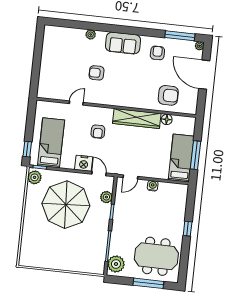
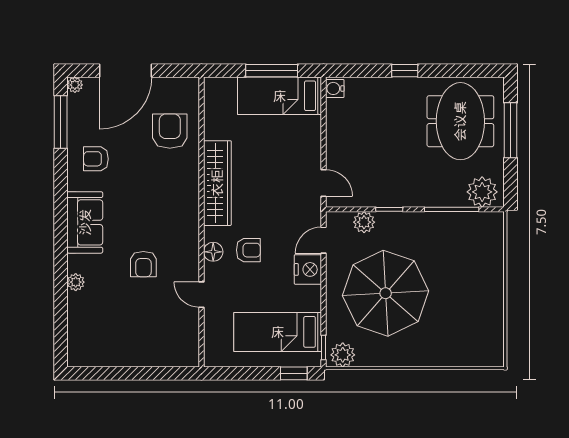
floor lamp: (167, 119) -> (213, 252), moved
water cooler: (153, 186) -> (335, 88), moved

